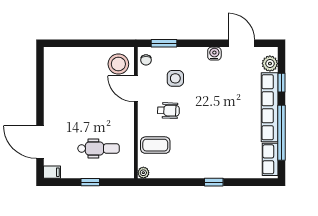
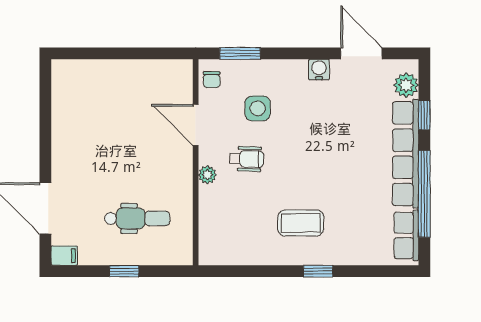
stool: (118, 64) -> (168, 86), removed
coffee table: (155, 145) -> (301, 223), moved
plant: (143, 173) -> (207, 175), moved

